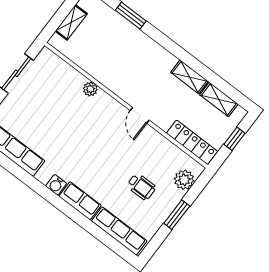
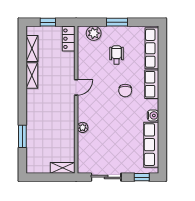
shelving: (71, 22) -> (63, 168), moved
locker: (192, 142) -> (69, 39), width x0.66
chair: (95, 167) -> (125, 91), added
water cooler: (56, 185) -> (153, 115), moved

